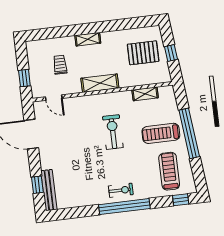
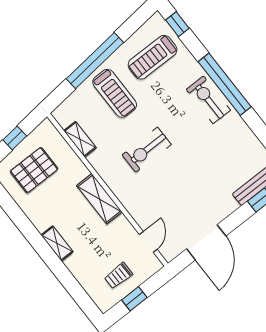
pallet: (143, 53) -> (34, 170), turned 90
trolley: (60, 65) -> (118, 276), moved
window: (24, 78) -> (134, 299), moved
exercise bike: (121, 190) -> (208, 100), width x1.38, depth x1.39

